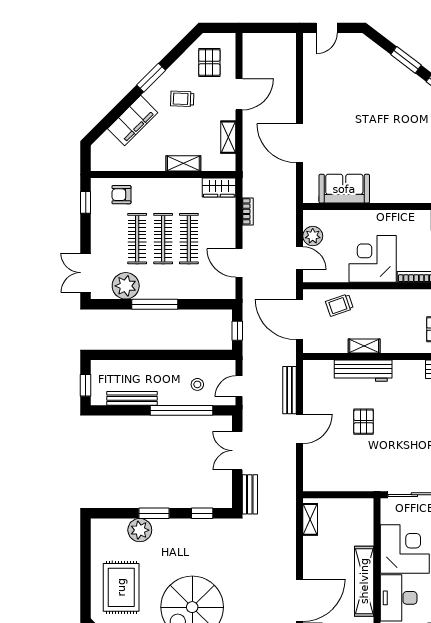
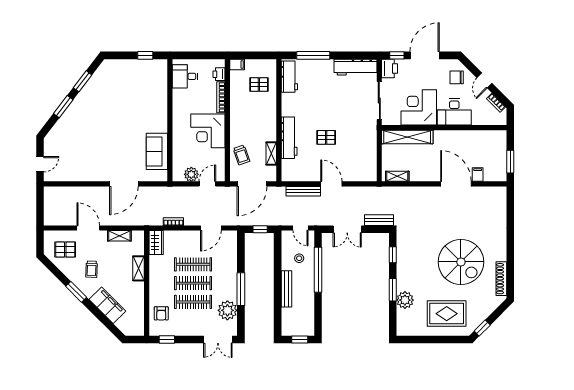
door: (327, 28) -> (40, 164), hinge flipped
shelving: (364, 346) -> (271, 154), moved
bench: (132, 398) -> (286, 289), moved
shelving: (364, 581) -> (407, 137), moved

